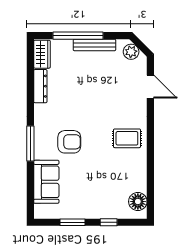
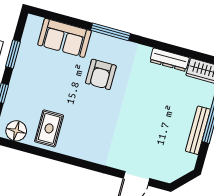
plant: (131, 52) -> (180, 168), removed
rug: (127, 138) -> (49, 128), moved

